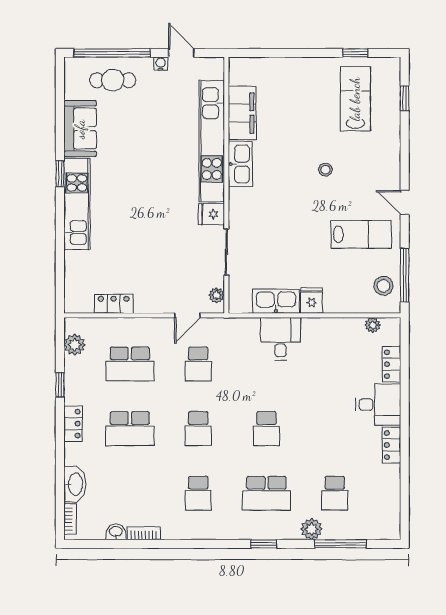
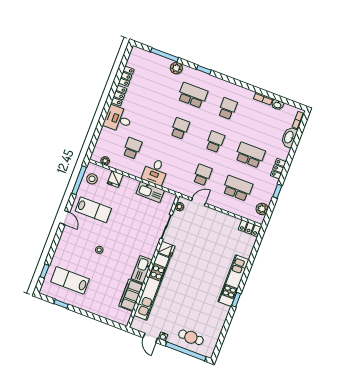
lab bench: (355, 99) -> (70, 280), turned 90
sofa: (80, 129) -> (217, 319), removed
lab bench: (361, 234) -> (93, 210), turned 180
fridge: (311, 301) -> (115, 179), moved
locker: (114, 304) -> (249, 228), moved
locker: (392, 364) -> (126, 76), moved
school desk: (335, 493) -> (132, 148), moved

